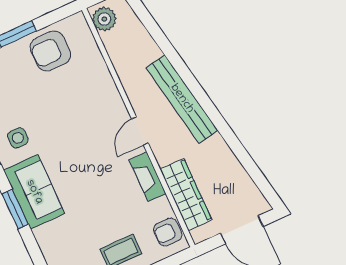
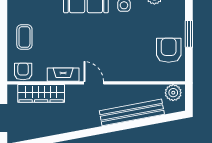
bench: (182, 99) -> (132, 112), moved

